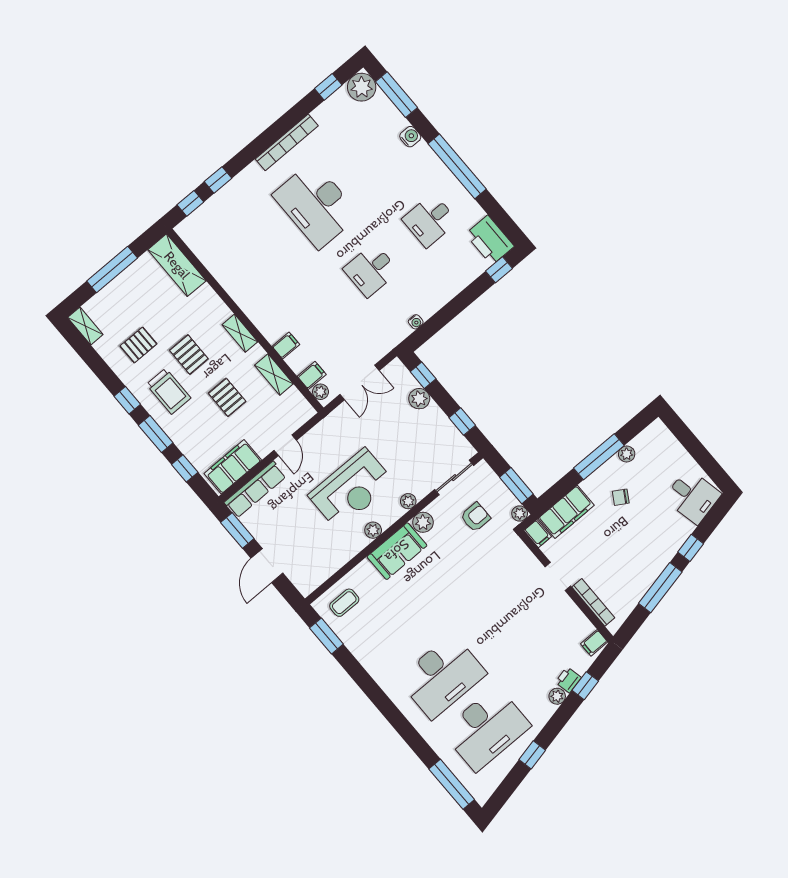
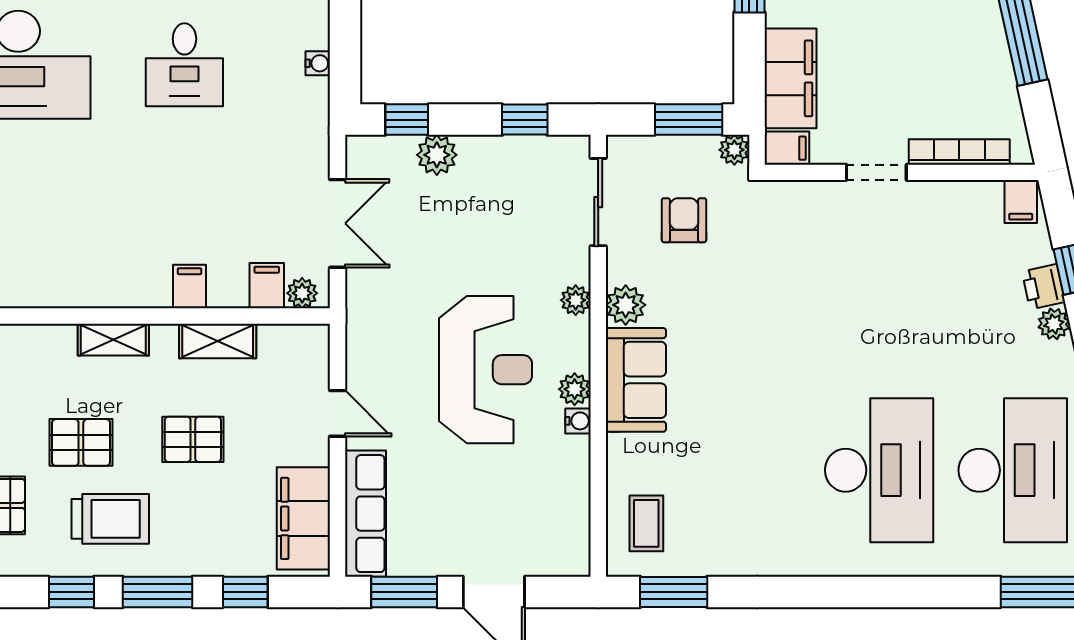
water cooler: (362, 542) -> (578, 421), added

